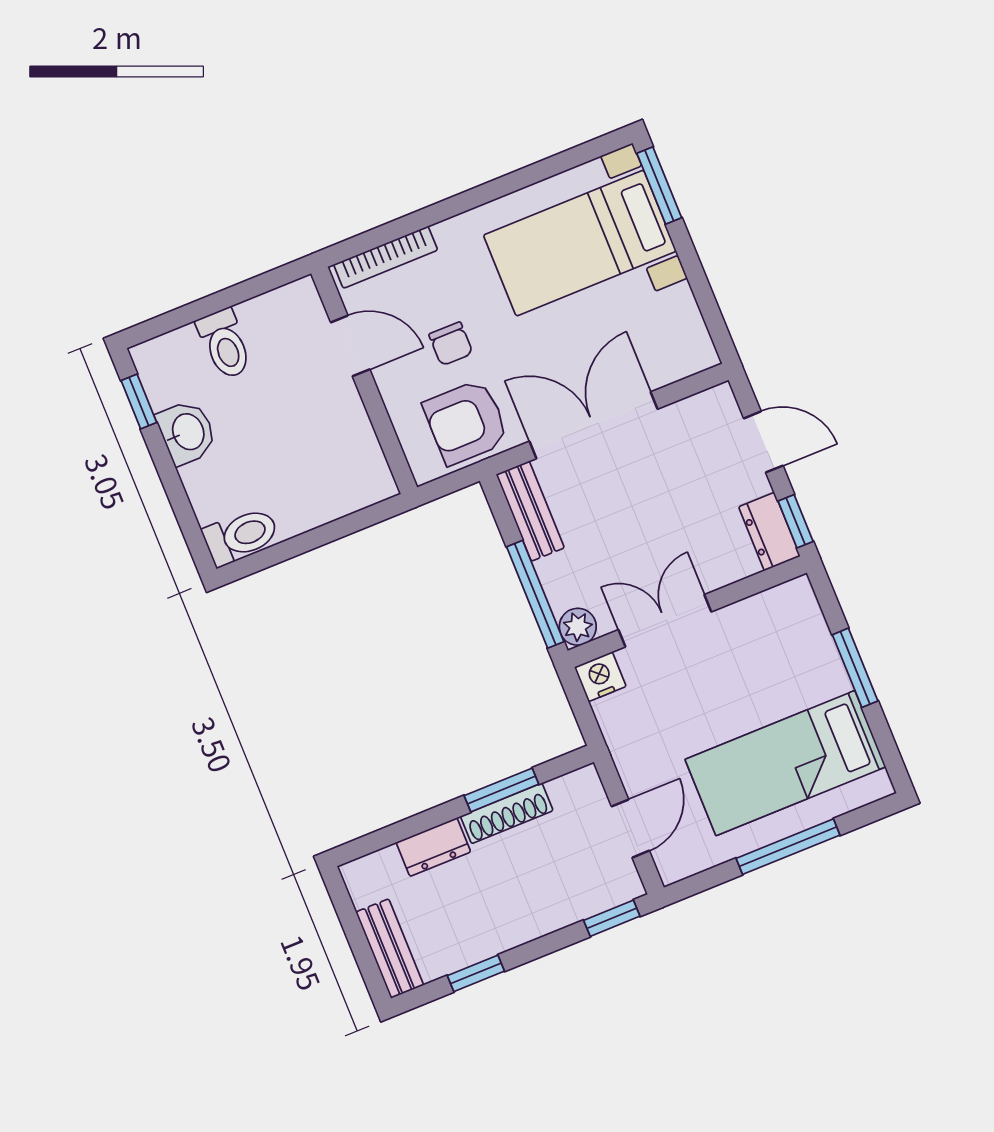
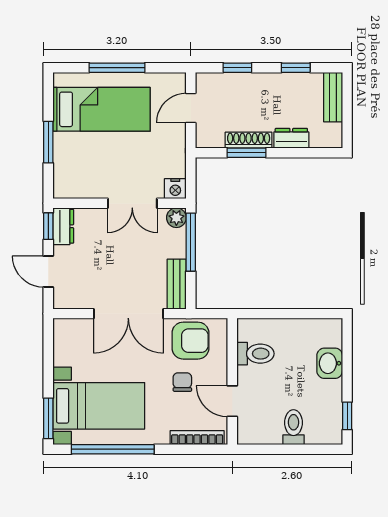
window: (525, 177) -> (113, 449), added
washbasin: (187, 432) -> (330, 363), moved
toilet: (241, 536) -> (255, 354), moved, turned 180
window: (612, 918) -> (237, 68), moved

